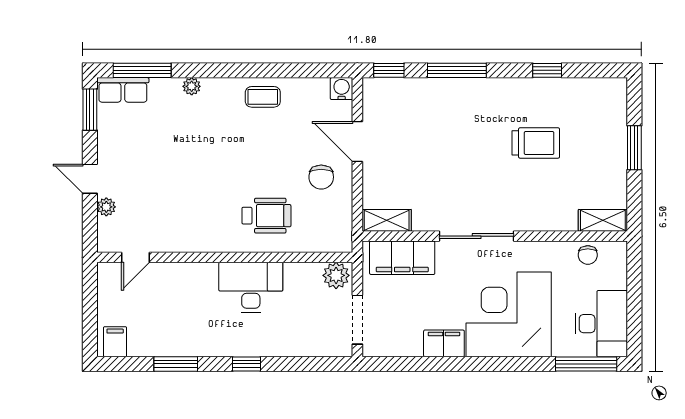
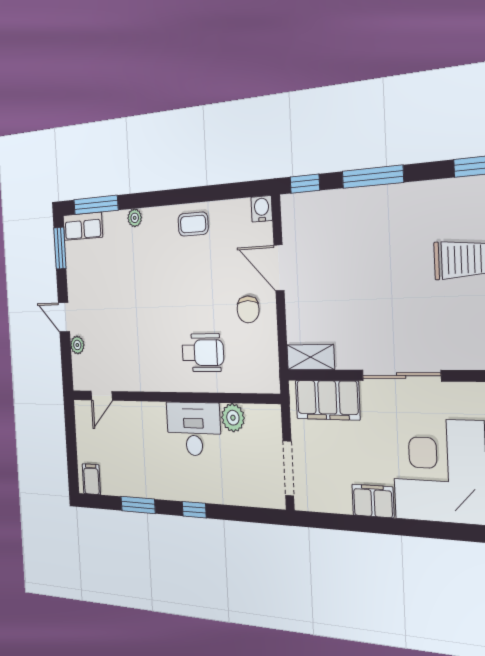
plant: (336, 275) -> (233, 418), moved

